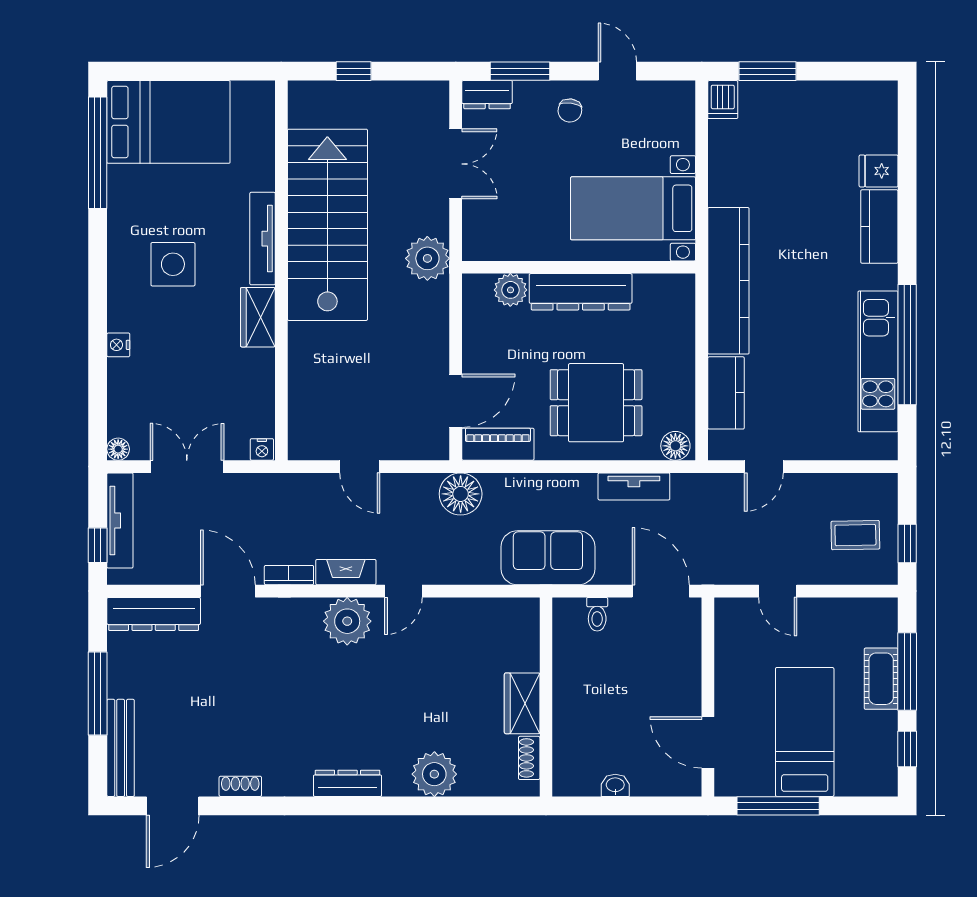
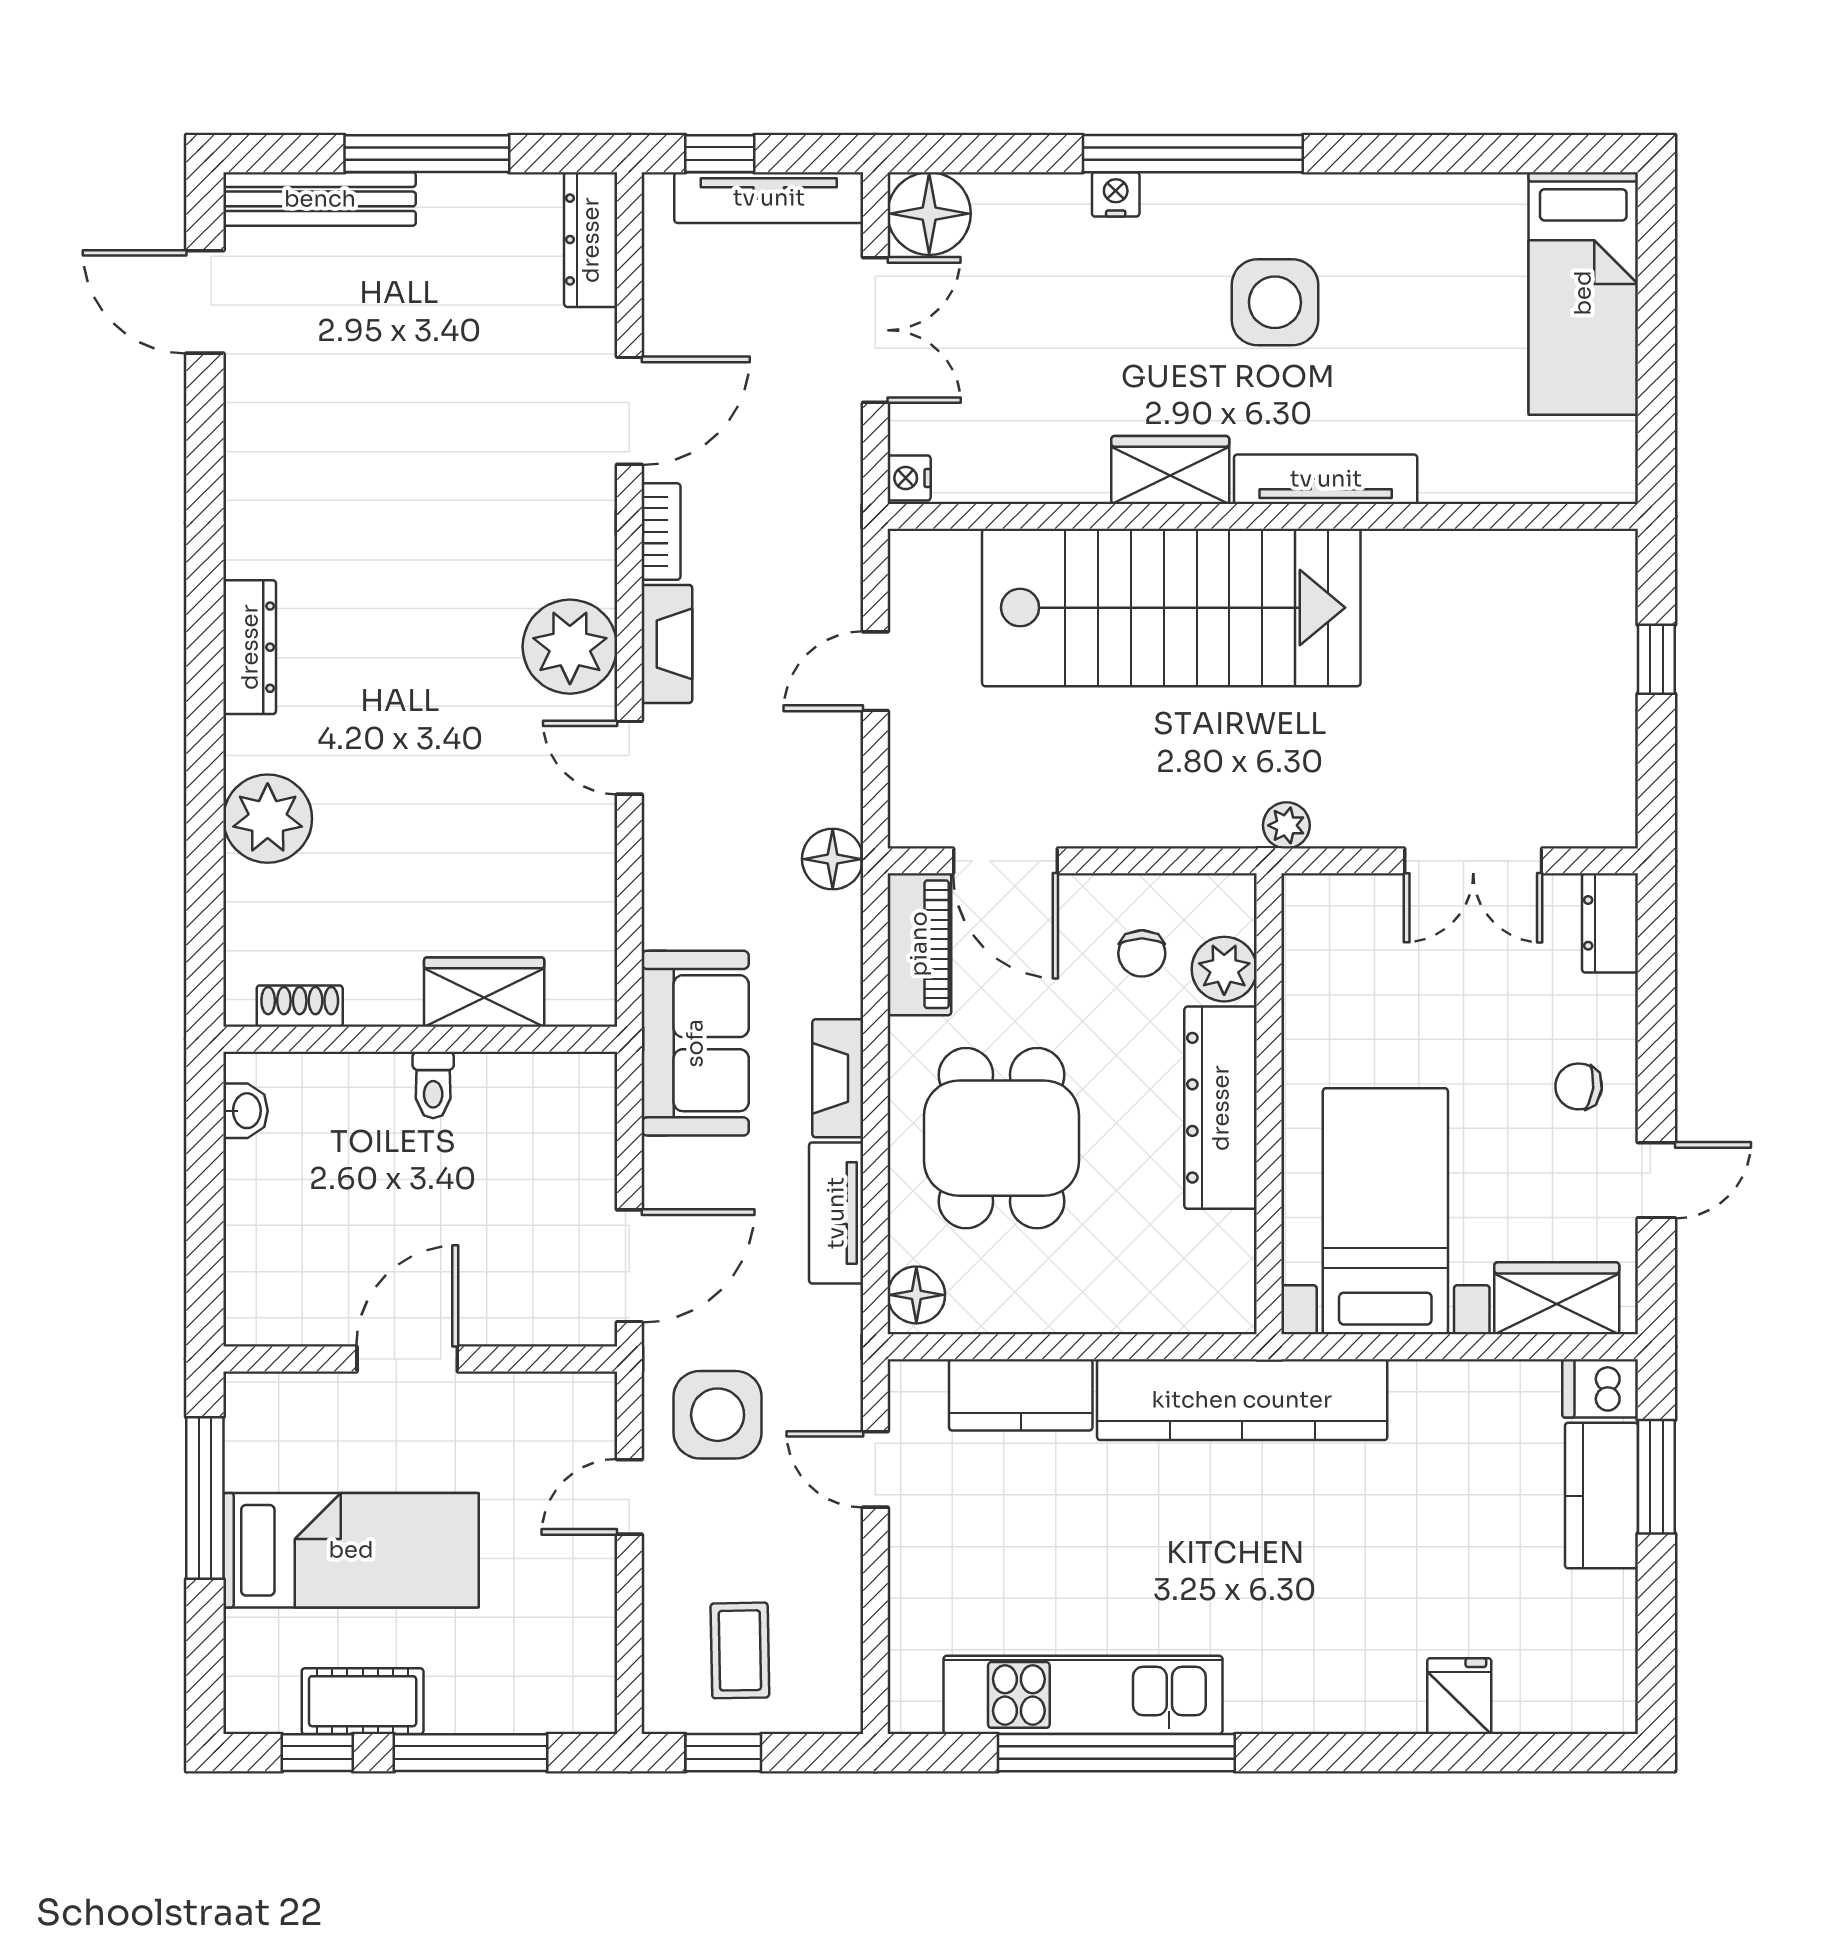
window: (520, 71) -> (1656, 988), removed
bed: (168, 122) -> (1583, 293), width x0.67
wardrobe: (677, 122) -> (1557, 1298), added
window: (98, 153) -> (1193, 154), moved
stairs: (327, 225) -> (1171, 608), moved
kitchen counter: (879, 227) -> (1602, 1496), moved, turned -90
plant: (427, 258) -> (1286, 825), width x0.53, depth x0.53
chair: (503, 332) -> (1142, 953), added
floor lamp: (118, 449) -> (929, 214), width x1.89, depth x1.89
fireplace: (566, 486) -> (838, 1078), added
floor lamp: (461, 494) -> (833, 859), width x0.73, depth x0.73
side table: (736, 546) -> (718, 1415), added
dresser: (154, 614) -> (591, 240), width x0.73, depth x0.80
toilet: (597, 614) -> (433, 1085), moved, turned -90
cot: (881, 679) -> (363, 1701), moved
wardrobe: (522, 703) -> (484, 992), moved
door: (708, 742) -> (407, 1359), moved
washbasin: (615, 785) -> (246, 1111), moved
shoe rack: (240, 786) -> (244, 435), removed

